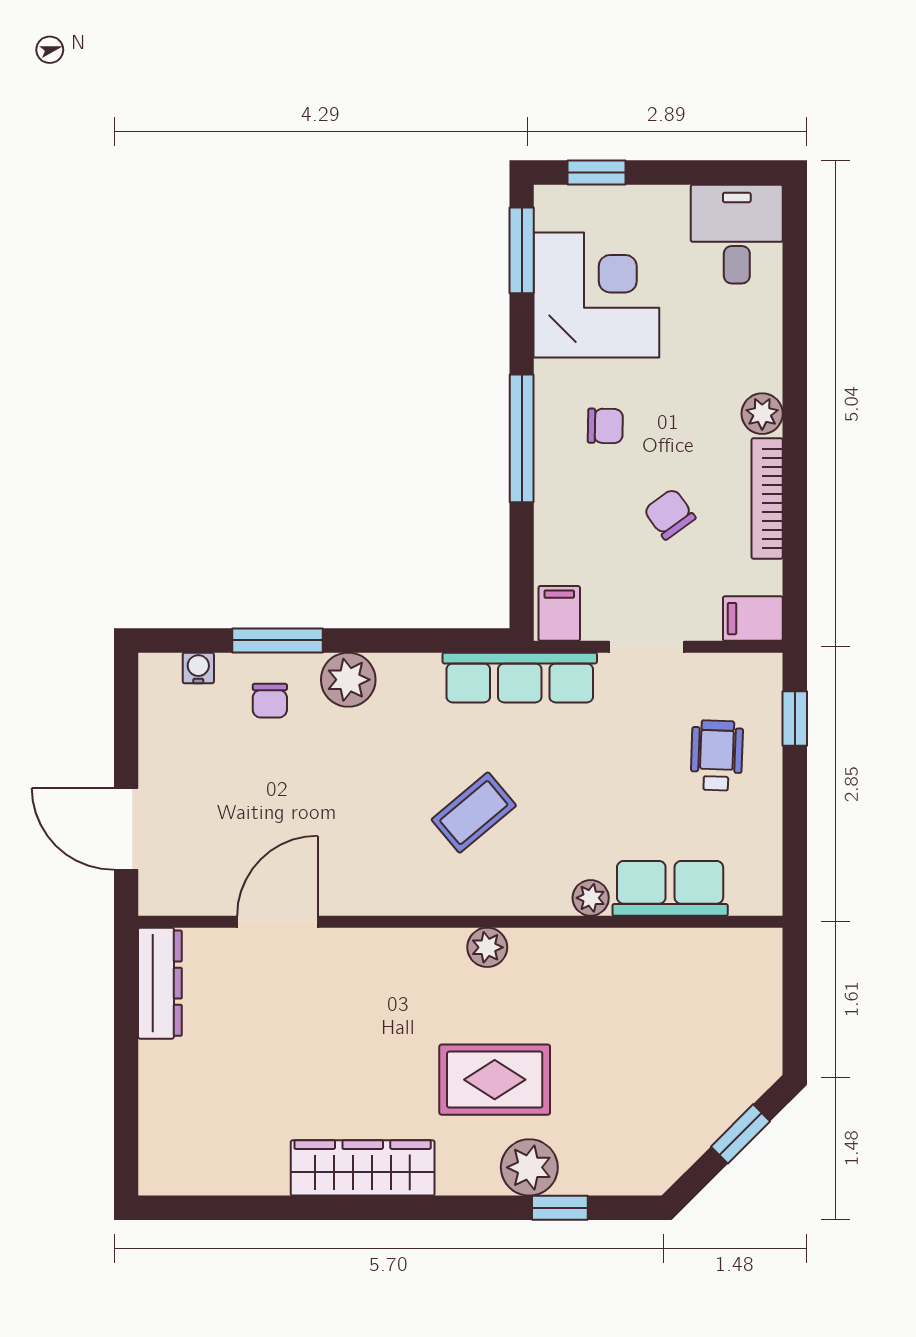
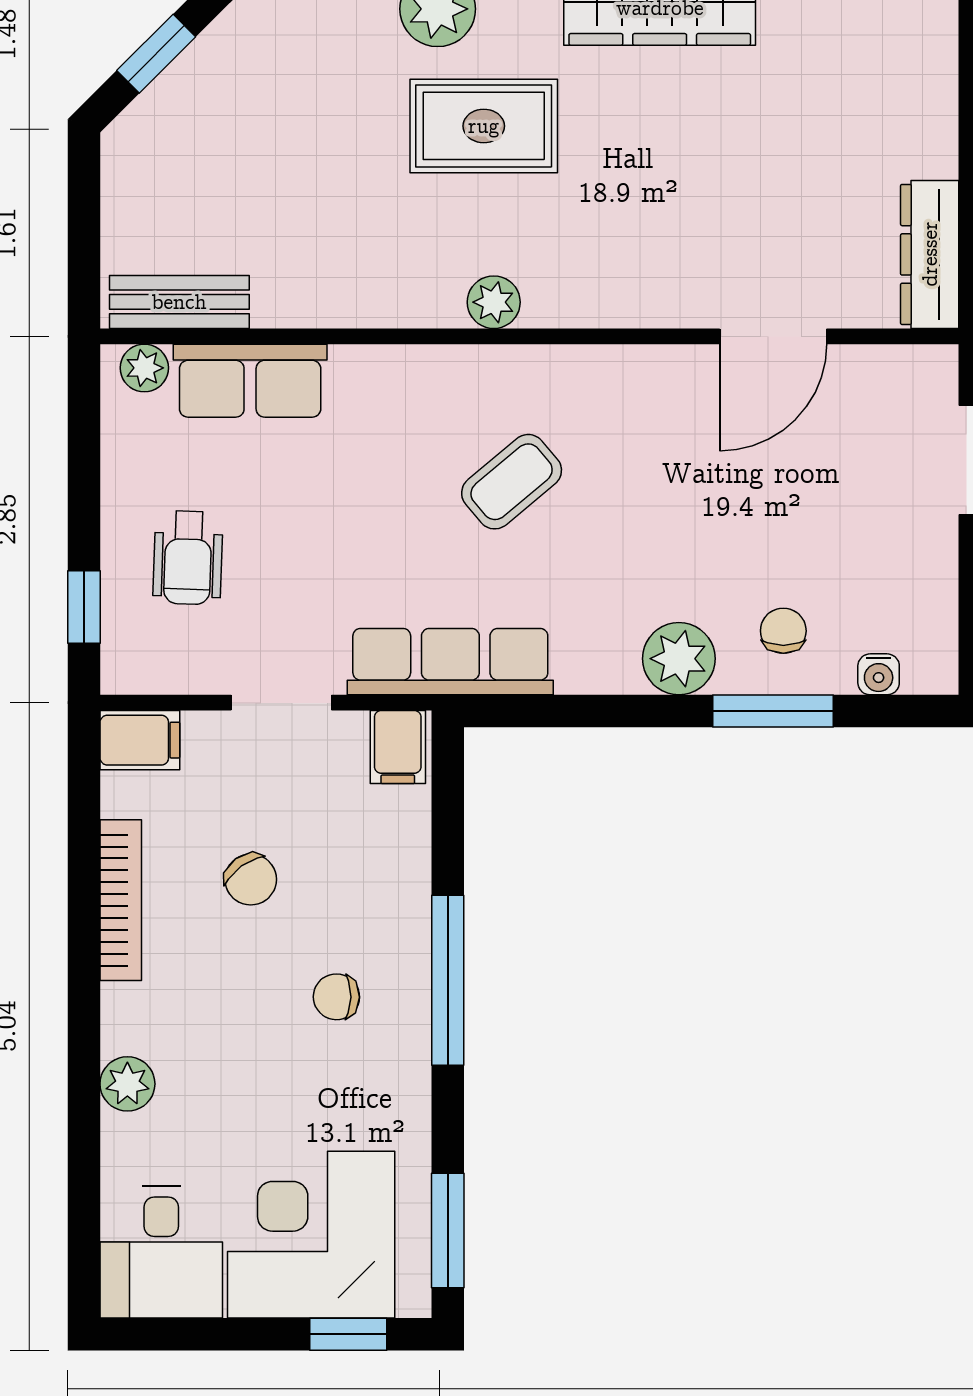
corner desk: (596, 295) -> (311, 1235), moved, turned 90
plant: (762, 414) -> (127, 1084), moved
plant: (591, 898) -> (144, 368), moved
bench: (723, 948) -> (179, 302), added

